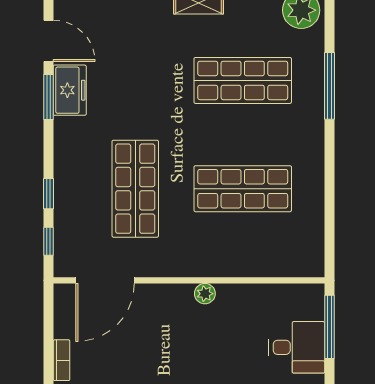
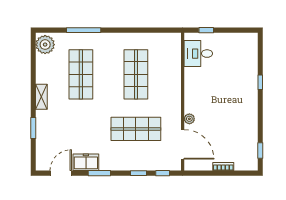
window: (48, 97) -> (99, 173), moved
plant: (205, 294) -> (189, 119), moved
window: (329, 327) -> (206, 30), width x0.46
desk: (297, 347) -> (198, 54), moved, turned -90

